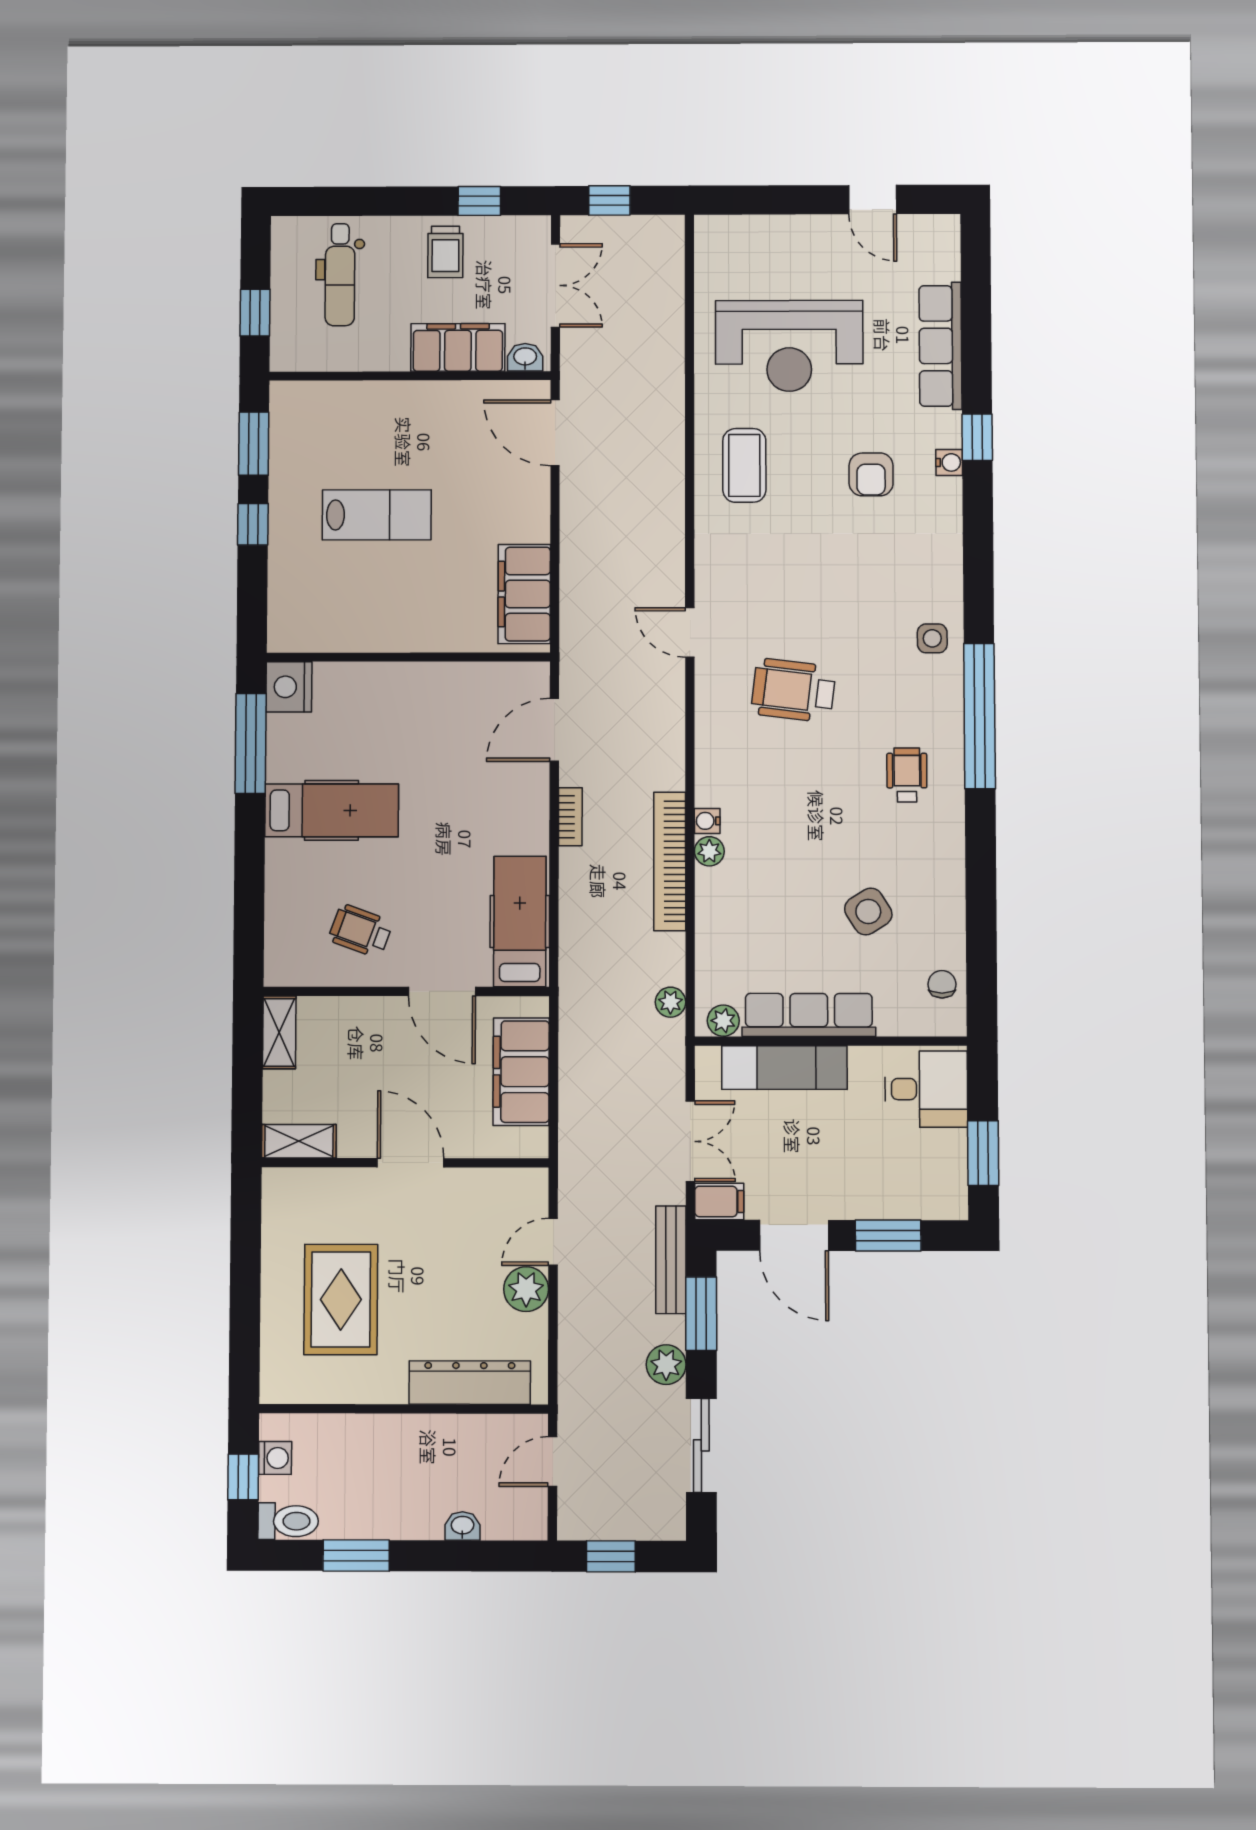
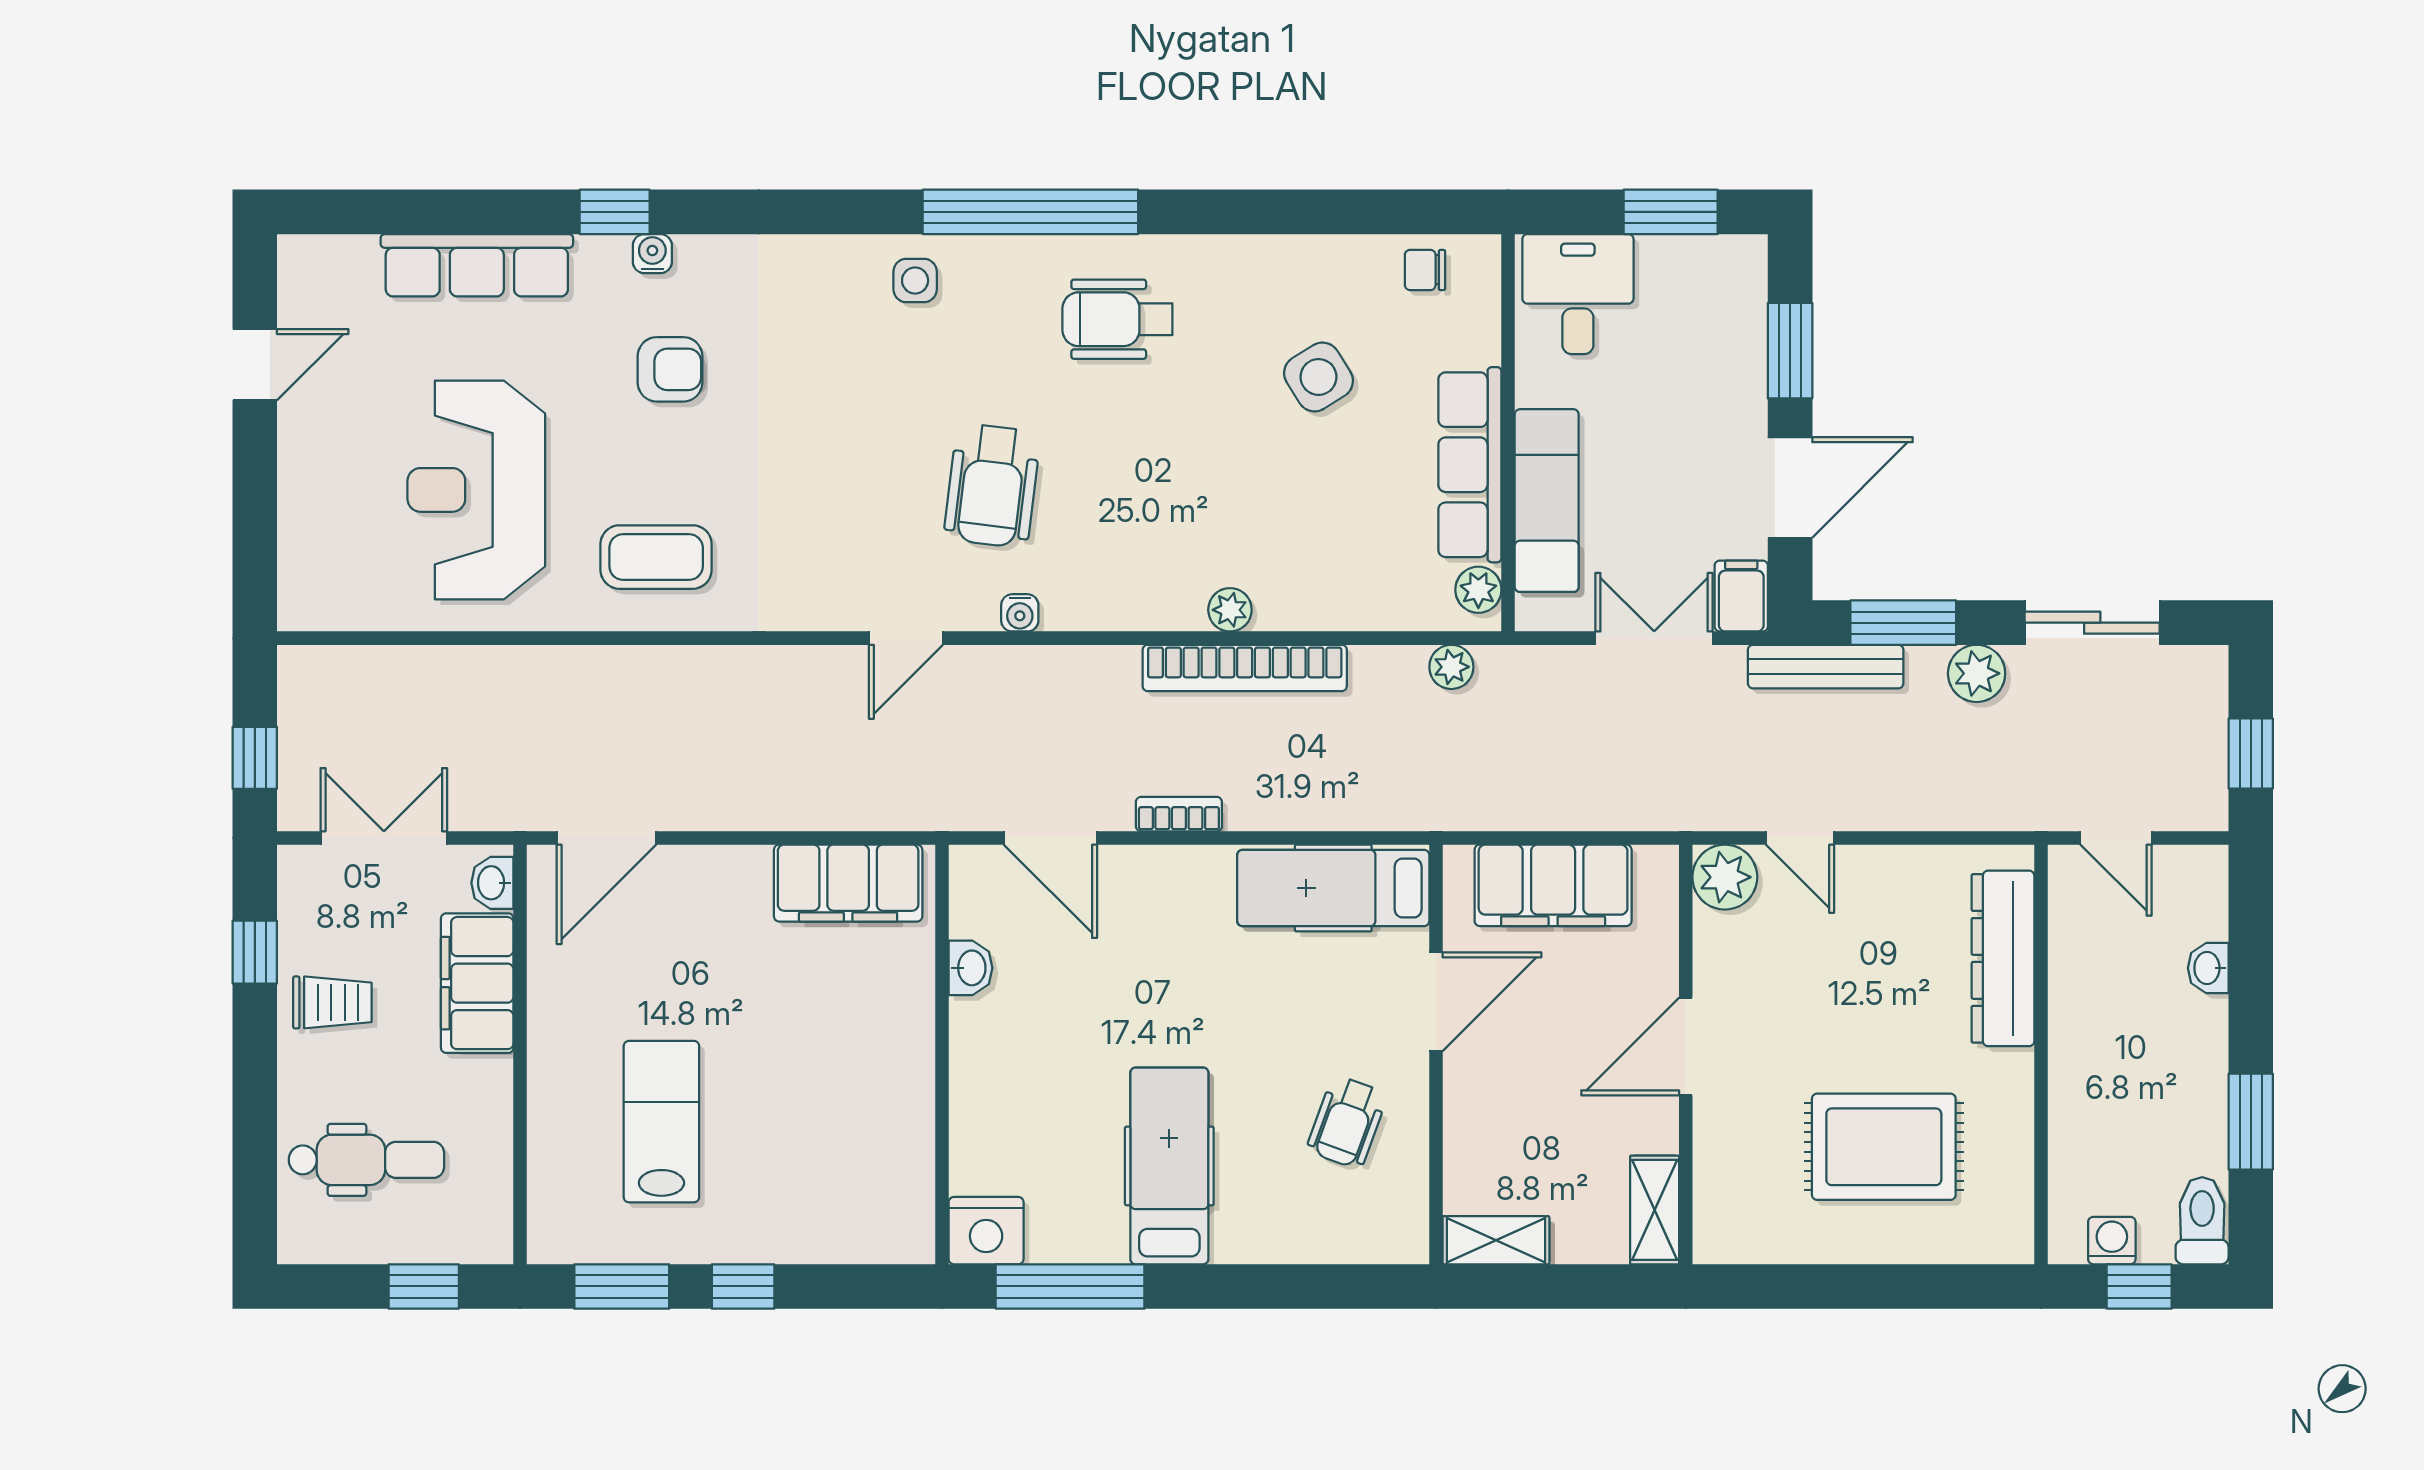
reception desk: (789, 346) -> (476, 490), turned 180
lab bench: (377, 515) -> (661, 1122), moved
washbasin: (467, 676) -> (971, 968), added
wheelchair: (907, 775) -> (1117, 319), width x1.36, depth x1.37
water cooler: (707, 821) -> (1020, 613), moved
plant: (526, 1289) -> (1725, 877), moved

